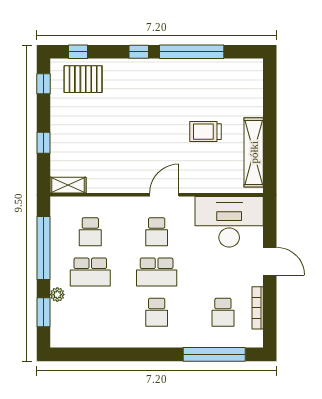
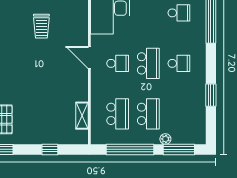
shelving: (68, 185) -> (82, 116), moved
school desk: (90, 232) -> (118, 114), width x1.85
window: (44, 312) -> (179, 149), width x1.44
window: (115, 354) -> (211, 95), added

